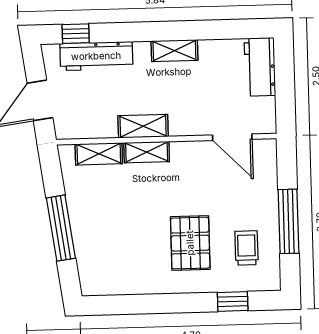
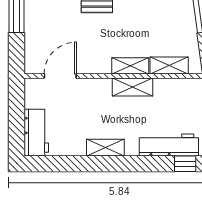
door: (232, 137) -> (60, 76), hinge flipped

